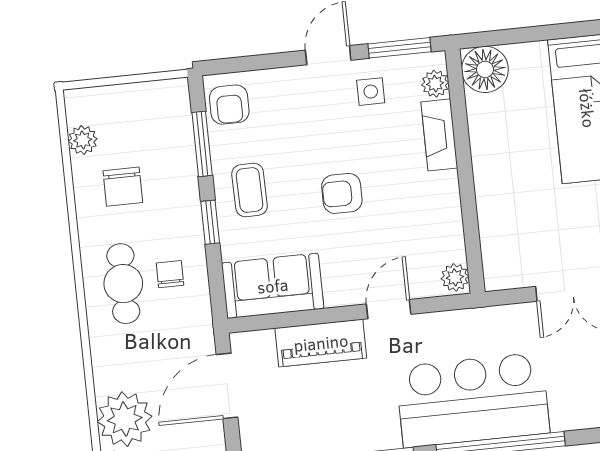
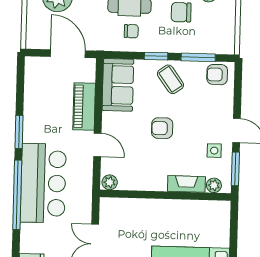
floor lamp: (485, 69) -> (218, 213), removed
coffee table: (250, 190) -> (170, 79), turned 55
armchair: (342, 193) -> (162, 128), turned -90

